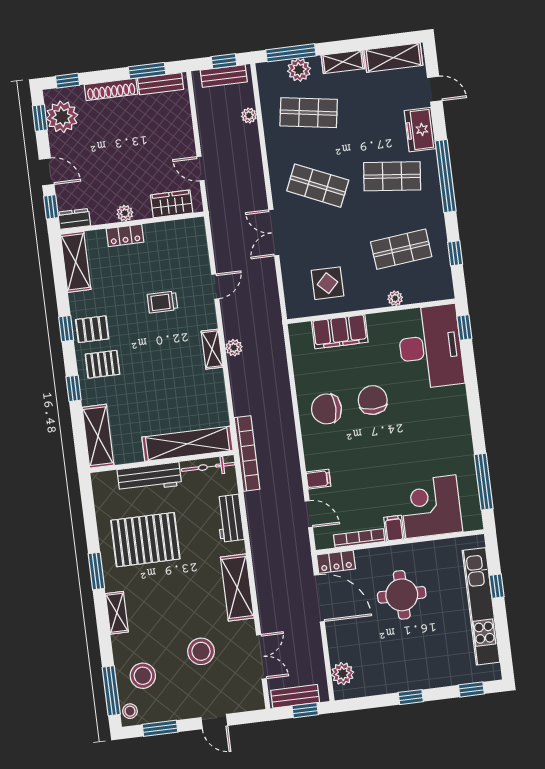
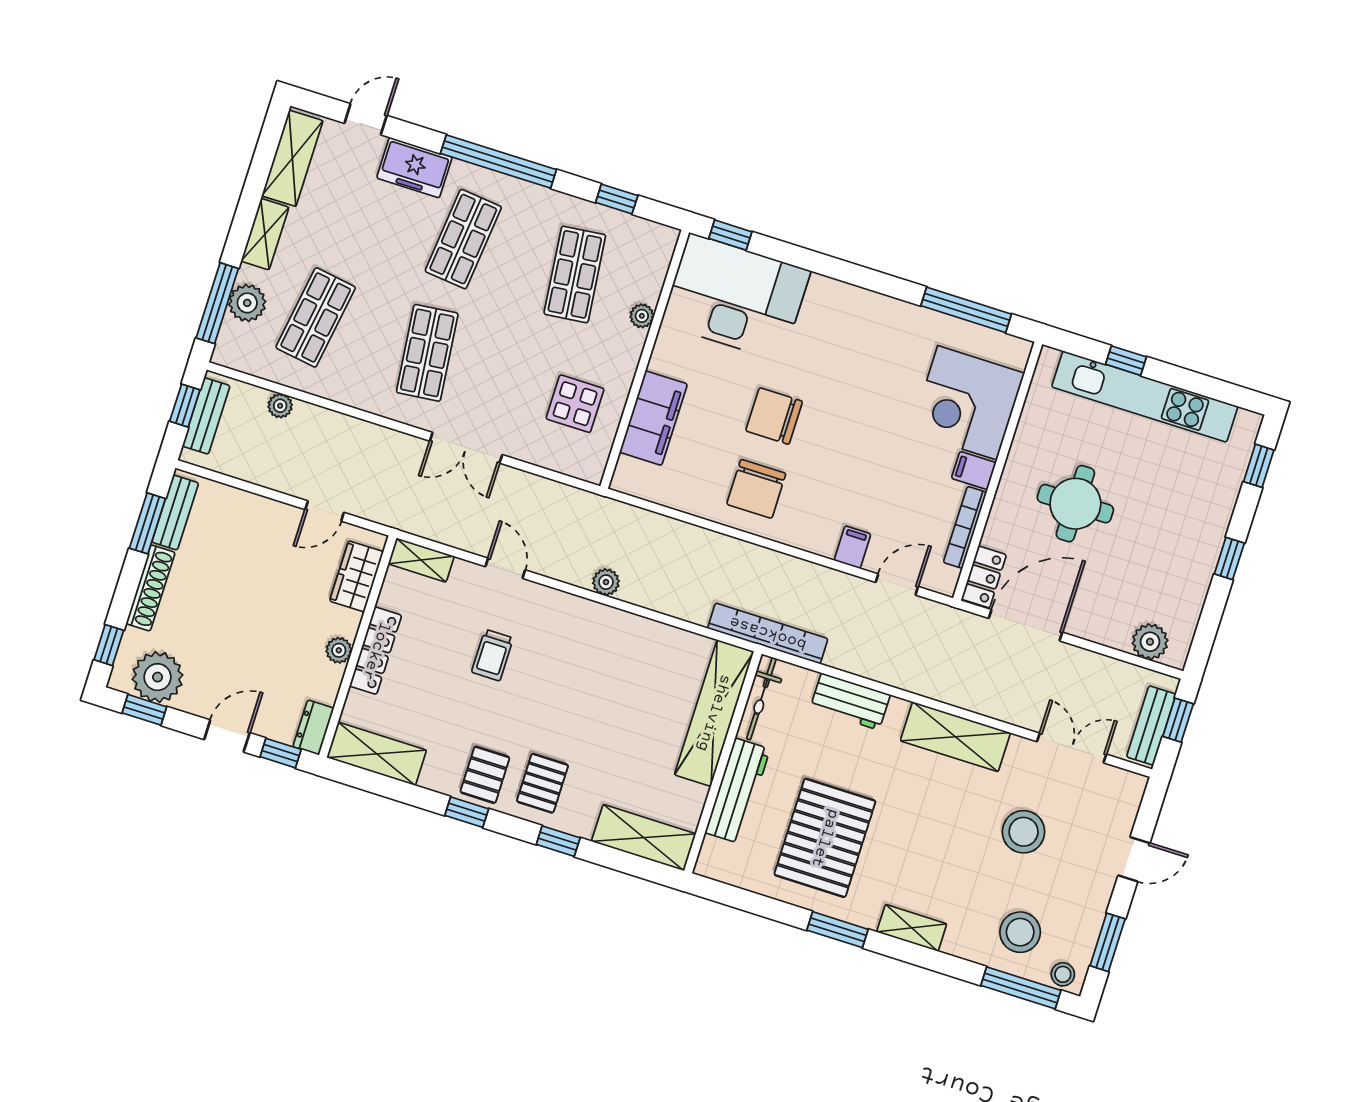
shop shelf: (318, 186) -> (427, 353), turned -30
locker: (125, 235) -> (376, 651), width x1.53
shelving: (212, 349) -> (421, 560), moved

